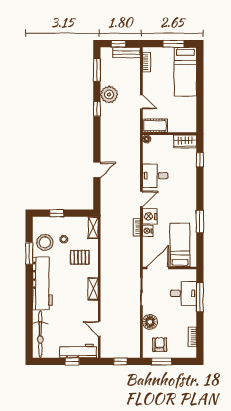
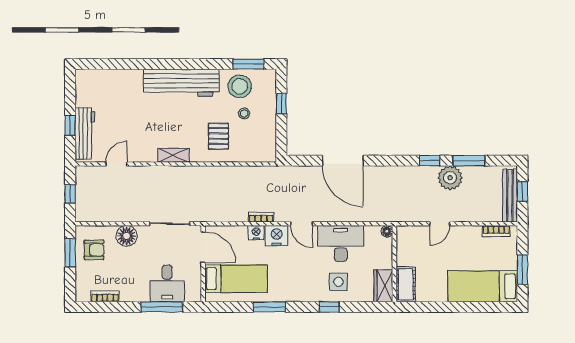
bench: (127, 52) -> (510, 196), width x1.36
window: (97, 70) -> (469, 161), moved
cot: (155, 126) -> (406, 284), moved
window: (200, 160) -> (329, 307), moved
door: (97, 170) -> (343, 161), width x1.87
side table: (182, 173) -> (338, 282), added
desk: (155, 176) -> (341, 243), width x1.37
shelving: (93, 228) -> (261, 155), removed
window: (29, 253) -> (248, 64), moved
bicycle: (40, 334) -> (109, 80), removed

